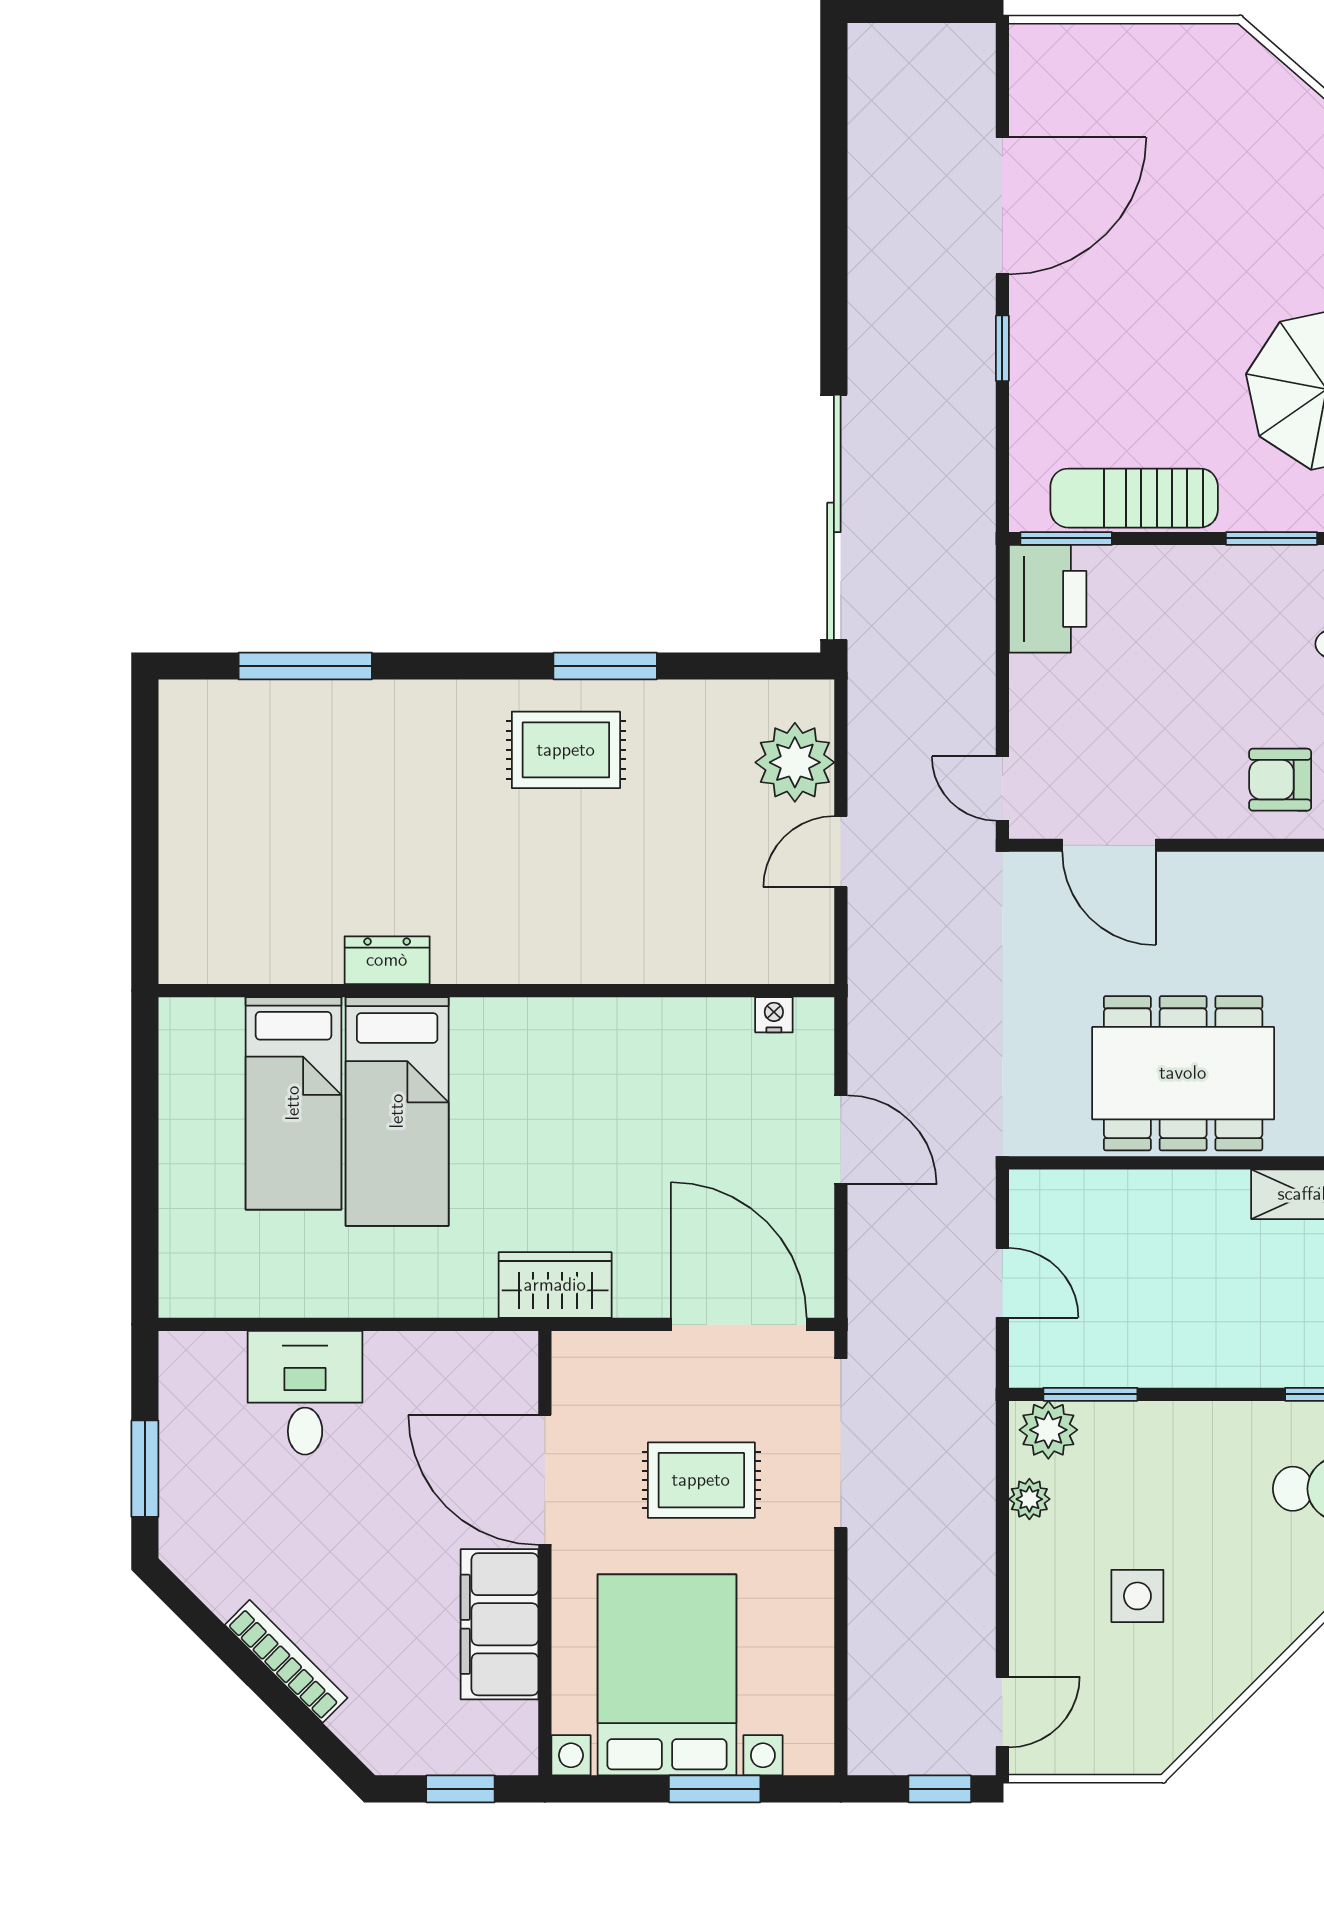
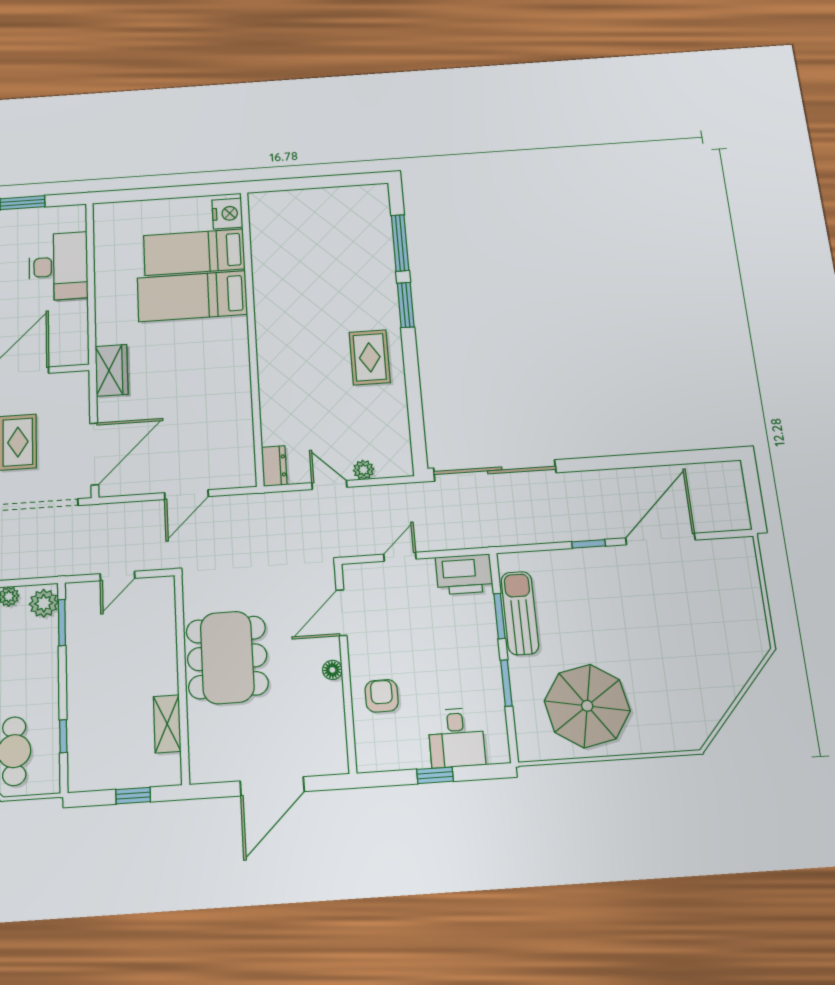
door: (1002, 206) -> (660, 539), swing flipped
window: (1066, 538) -> (499, 616), moved
window: (605, 666) -> (406, 305), moved
plant: (795, 762) -> (363, 470), width x0.53, depth x0.53
door: (1002, 789) -> (400, 557), moved
floor lamp: (1223, 871) -> (332, 670), added
dresser: (387, 960) -> (274, 466), moved
nightstand: (774, 1015) -> (227, 214), moved, width x1.89, depth x1.79
desk: (305, 1393) -> (58, 266), width x1.37

